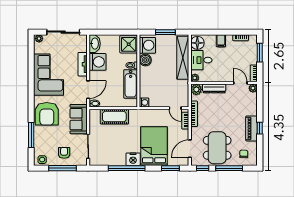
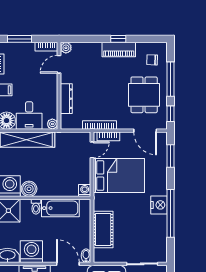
plant: (196, 89) -> (68, 122), removed
bed: (154, 146) -> (119, 176), moved, turned 180
dining table: (217, 148) -> (144, 95), width x0.73

